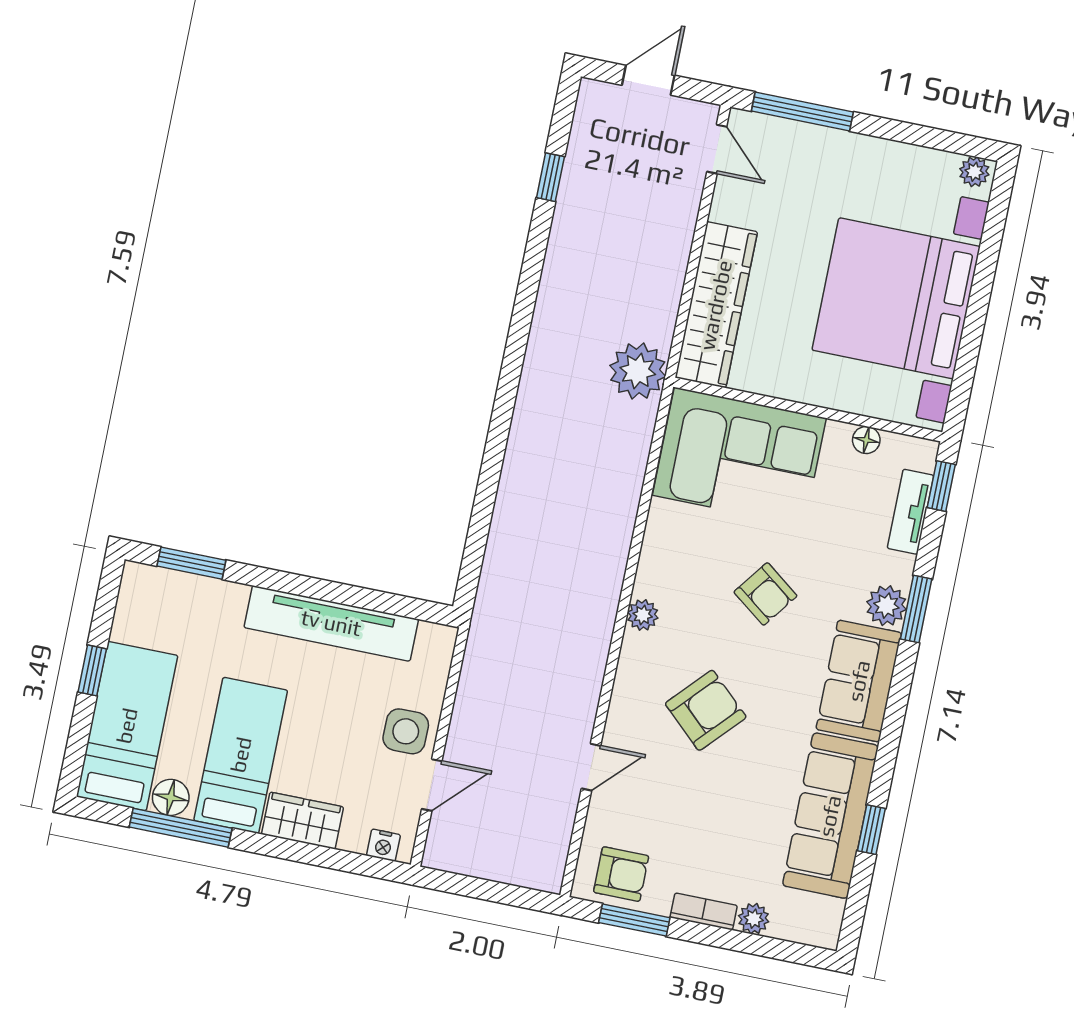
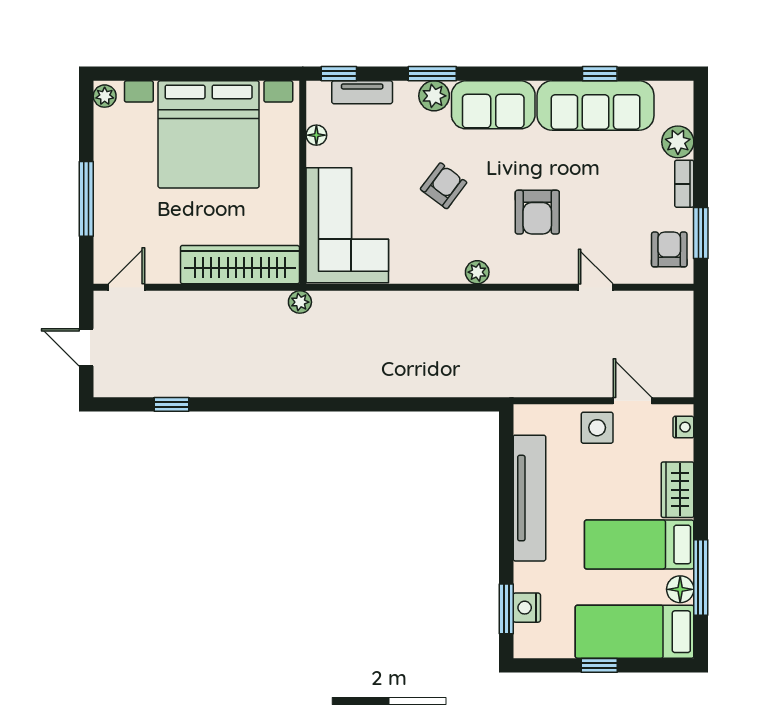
window: (802, 112) -> (86, 199), moved
plant: (638, 371) -> (300, 302), width x0.53, depth x0.53
nightstand: (188, 591) -> (527, 608), added
armchair: (706, 710) -> (537, 212), turned -133
plant: (754, 919) -> (678, 142), width x1.38, depth x1.38

